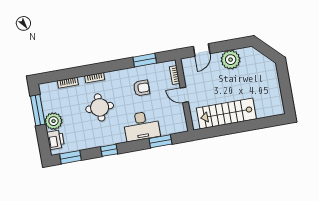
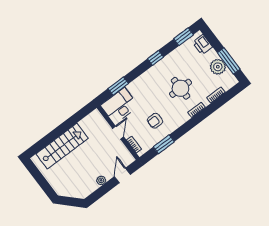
plant: (231, 60) -> (101, 180), width x0.53, depth x0.53
door: (184, 95) -> (118, 133), hinge flipped
stairs: (226, 114) -> (62, 146), moved
plant: (54, 121) -> (218, 67), moved
desk: (142, 126) -> (119, 106), moved

